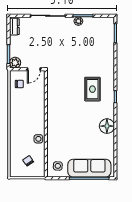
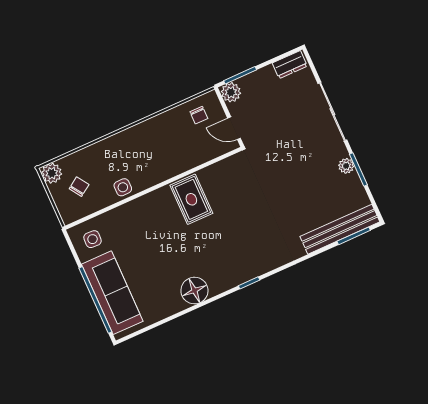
bench: (109, 39) -> (340, 229), added
rug: (92, 89) -> (191, 199), moved, turned 90
plant: (15, 172) -> (52, 173), added

